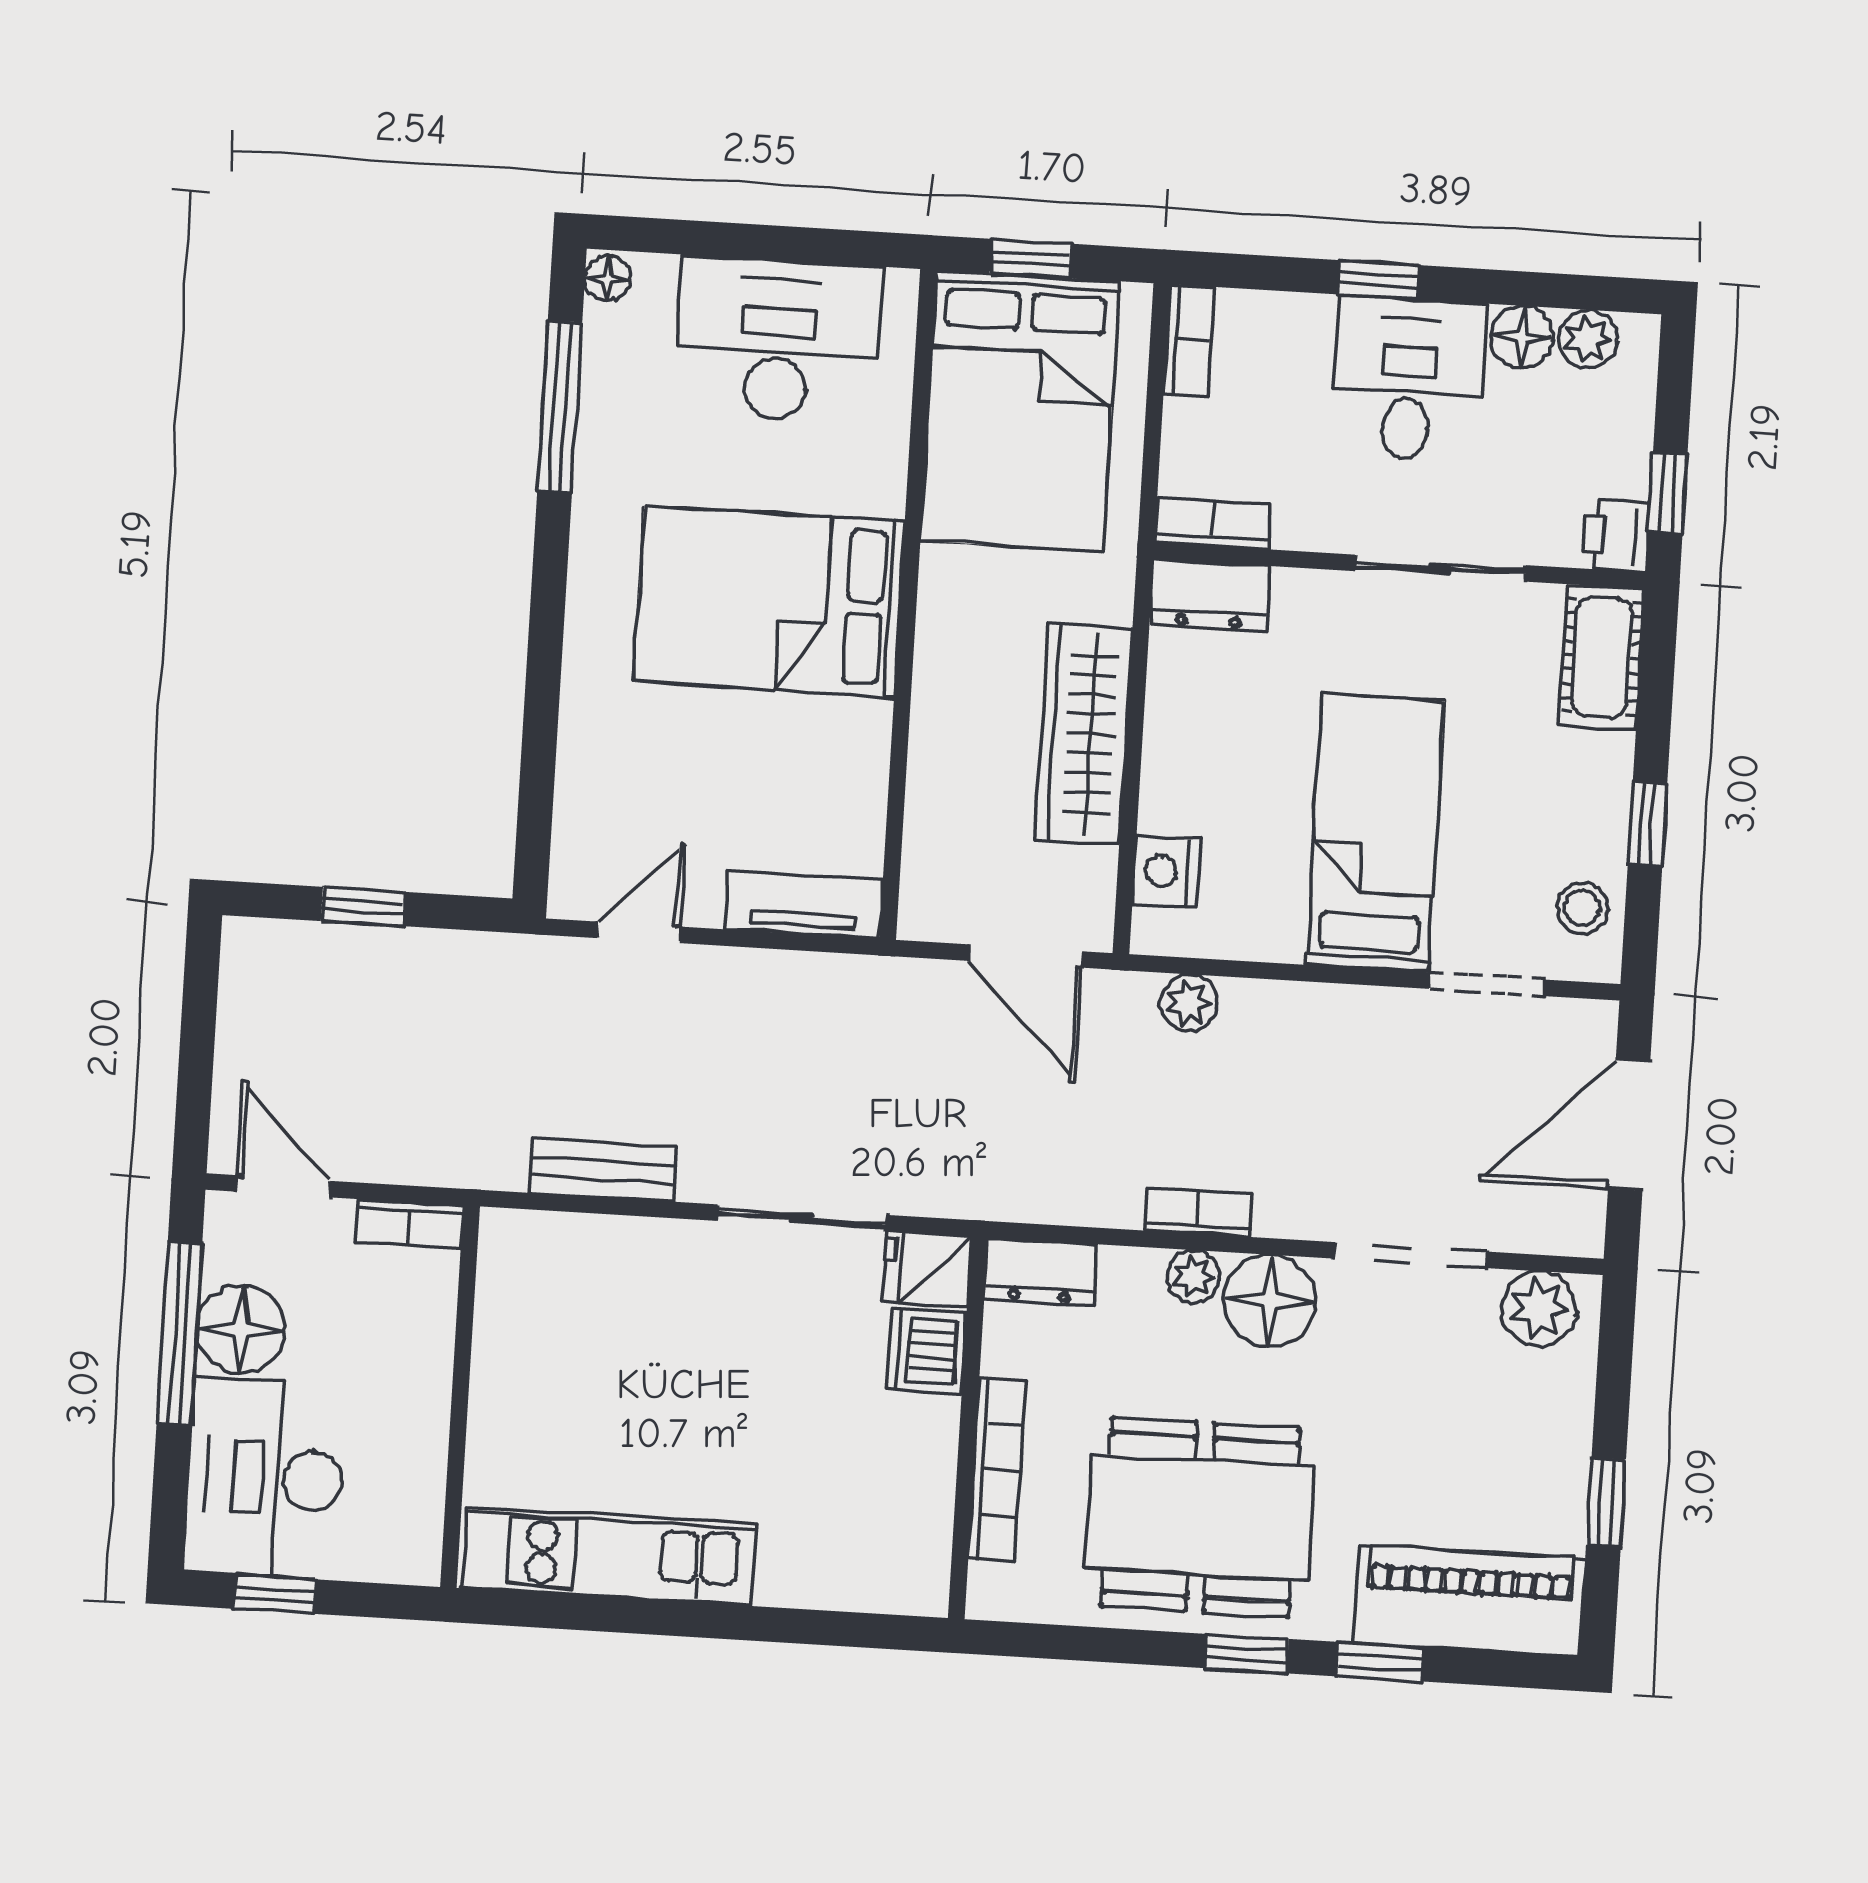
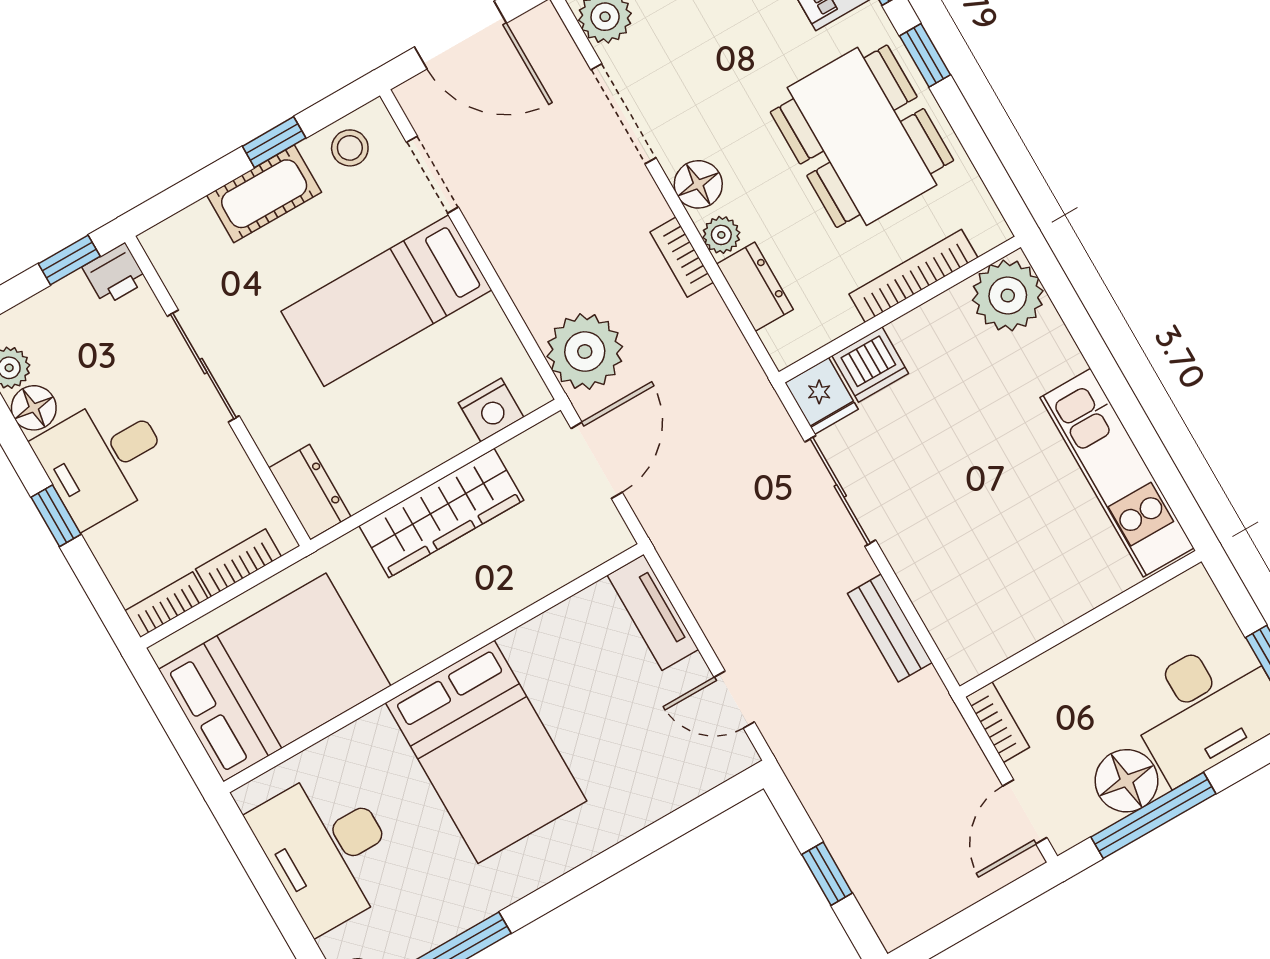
window: (1030, 258) -> (180, 731), removed
bookcase: (1212, 523) -> (238, 563), moved, turned 90
cot: (1602, 657) -> (264, 194), moved
plant: (1189, 1003) -> (585, 352), width x1.87, depth x1.87
dresser: (1041, 1272) -> (755, 287), moved
floor lamp: (1270, 1301) -> (698, 184), width x0.73, depth x0.73
plant: (901, 1565) -> (1008, 295), added

